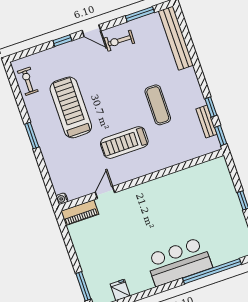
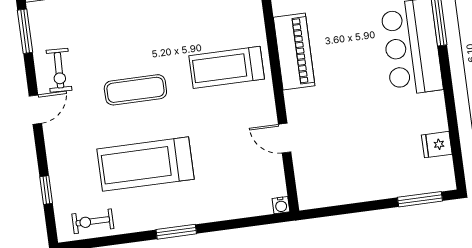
window: (62, 41) -> (46, 190), moved
exercise mat: (158, 105) -> (135, 90), moved
treadmill: (124, 143) -> (227, 67), moved, turned 90
piano: (80, 213) -> (294, 52), moved, width x1.37, depth x1.33

